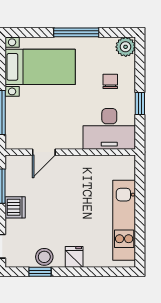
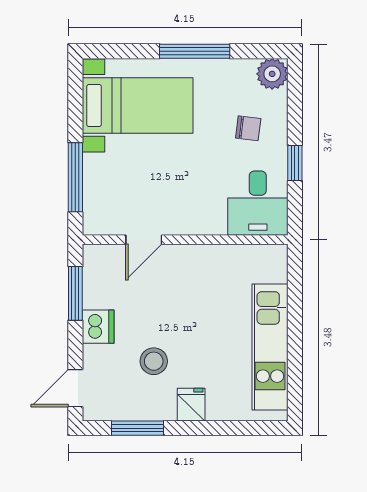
chair: (110, 81) -> (248, 128), turned 97
desk: (109, 129) -> (258, 203), width x0.73
stool: (44, 257) -> (154, 361), moved
window: (40, 272) -> (138, 428), width x1.50

